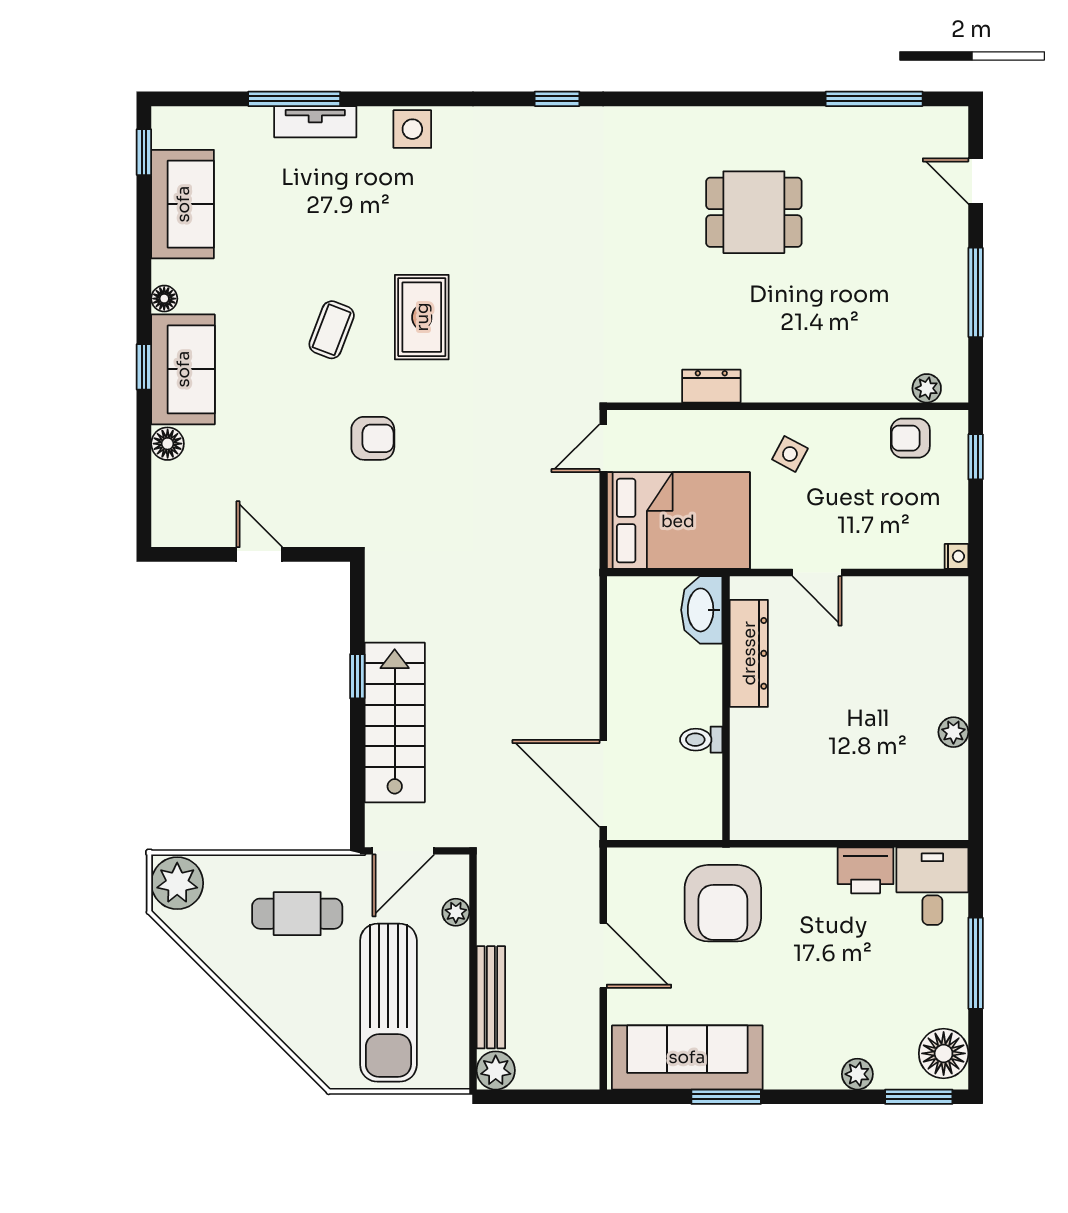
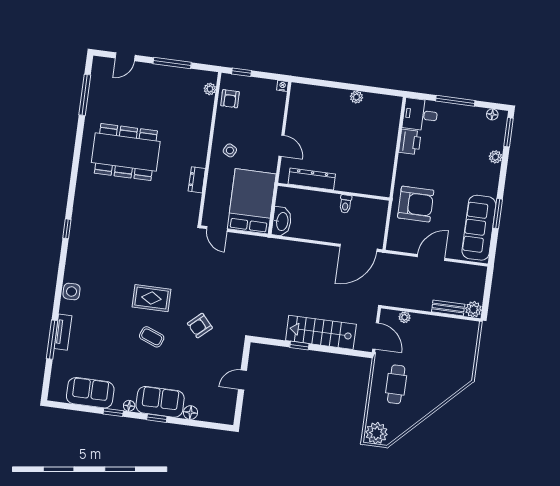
window: (144, 152) -> (113, 412), moved
dining table: (754, 212) -> (126, 152), width x1.88, depth x1.24
armchair: (373, 438) -> (200, 326), turned -132
door: (817, 572) -> (281, 146), hinge flipped
washbasin: (702, 610) -> (282, 222), moved, turned -90
bench: (491, 997) -> (448, 308), width x0.73
sun lounger: (388, 1003) -> (439, 351), removed
floor lamp: (944, 1053) -> (492, 114), width x0.53, depth x0.53

